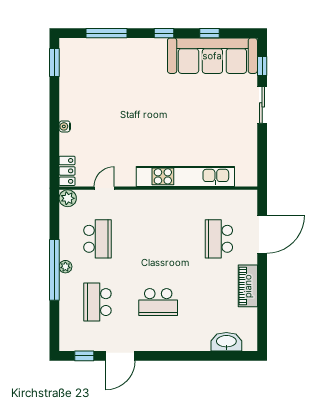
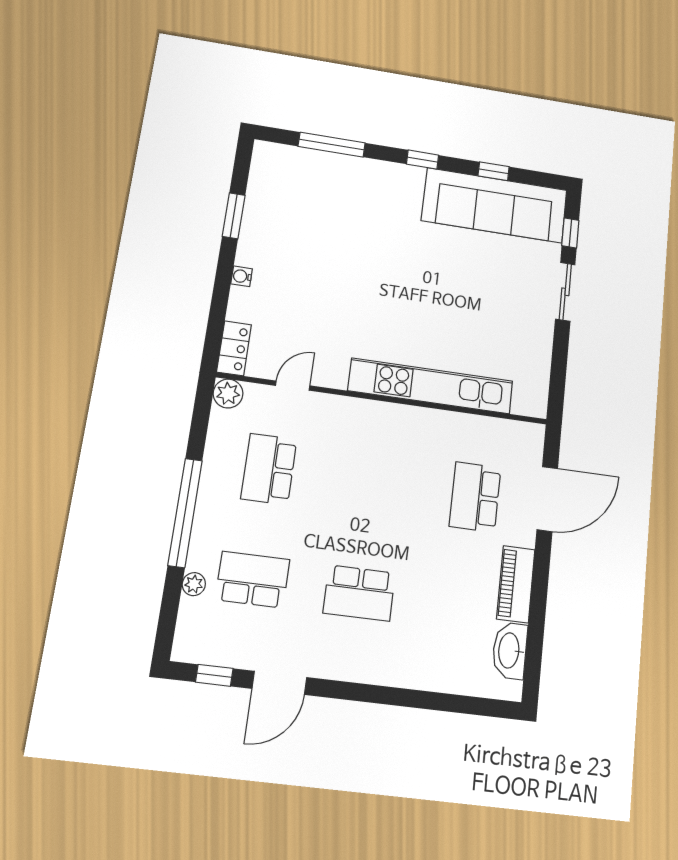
window: (54, 62) -> (234, 216), moved
school desk: (97, 239) -> (269, 469), turned 180
plant: (65, 267) -> (194, 584), moved
school desk: (97, 302) -> (253, 580), turned 90
washbasin: (226, 342) -> (510, 651), moved, turned -90

